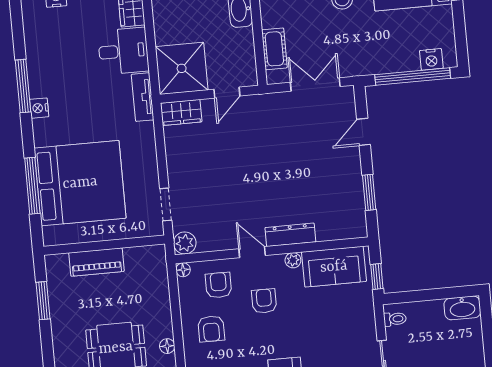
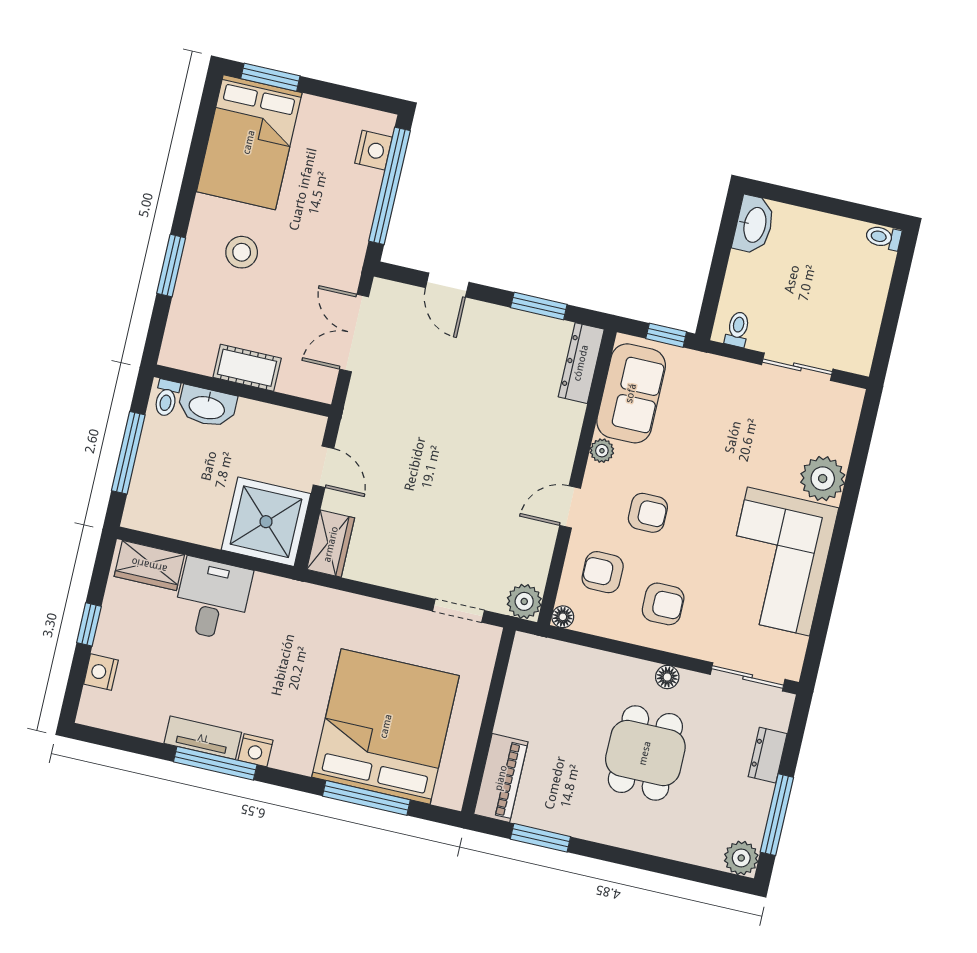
cot: (274, 49) -> (247, 368), moved
tv unit: (143, 97) -> (203, 738), moved, turned 180
dresser: (290, 235) -> (581, 363), moved
piano: (96, 262) -> (501, 778), moved
armchair: (264, 301) -> (648, 513), turned 180

